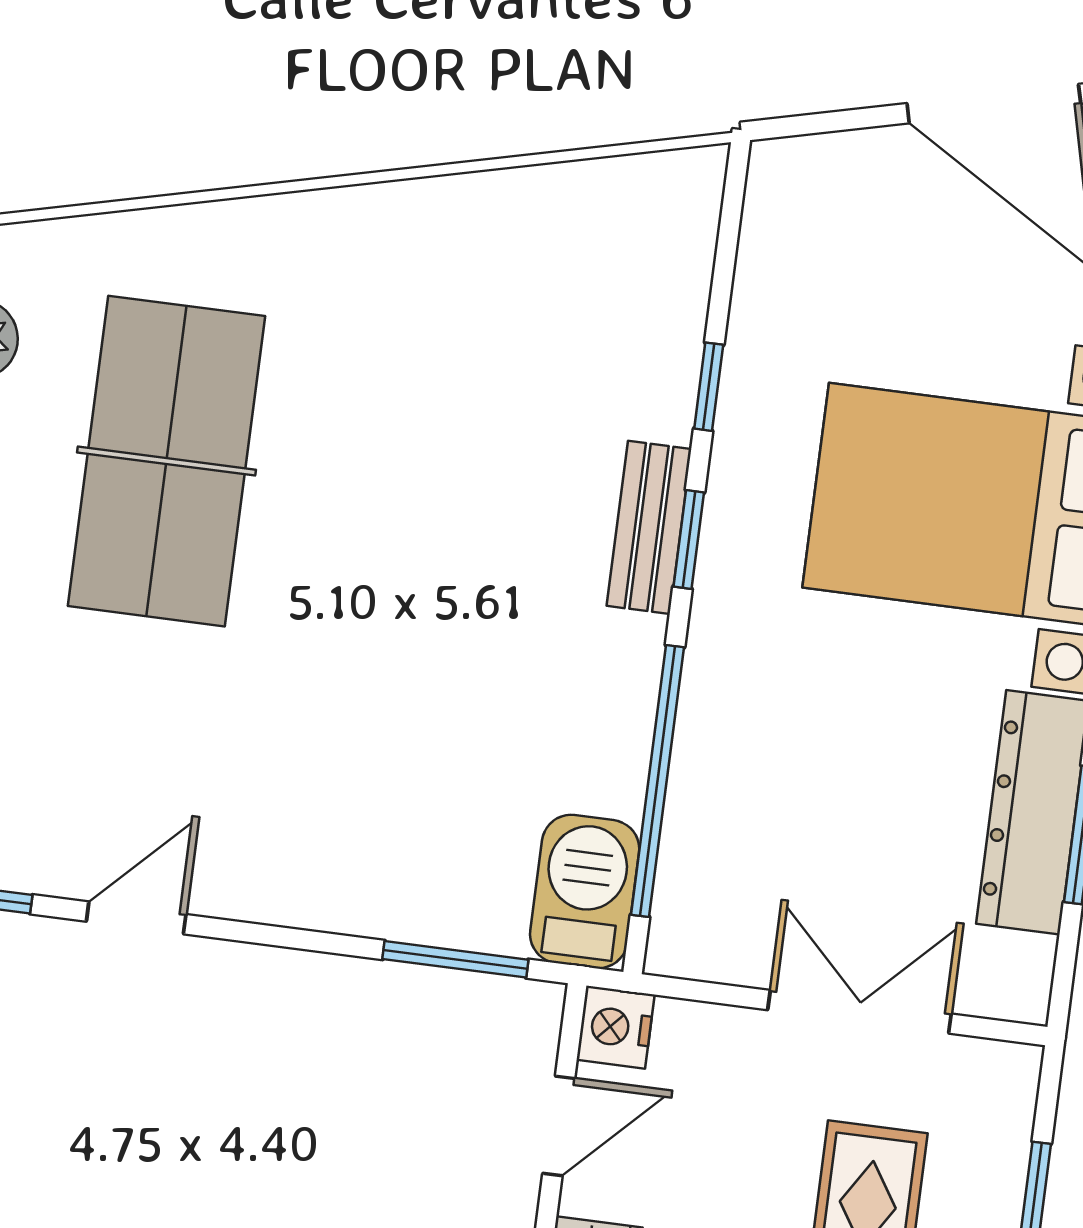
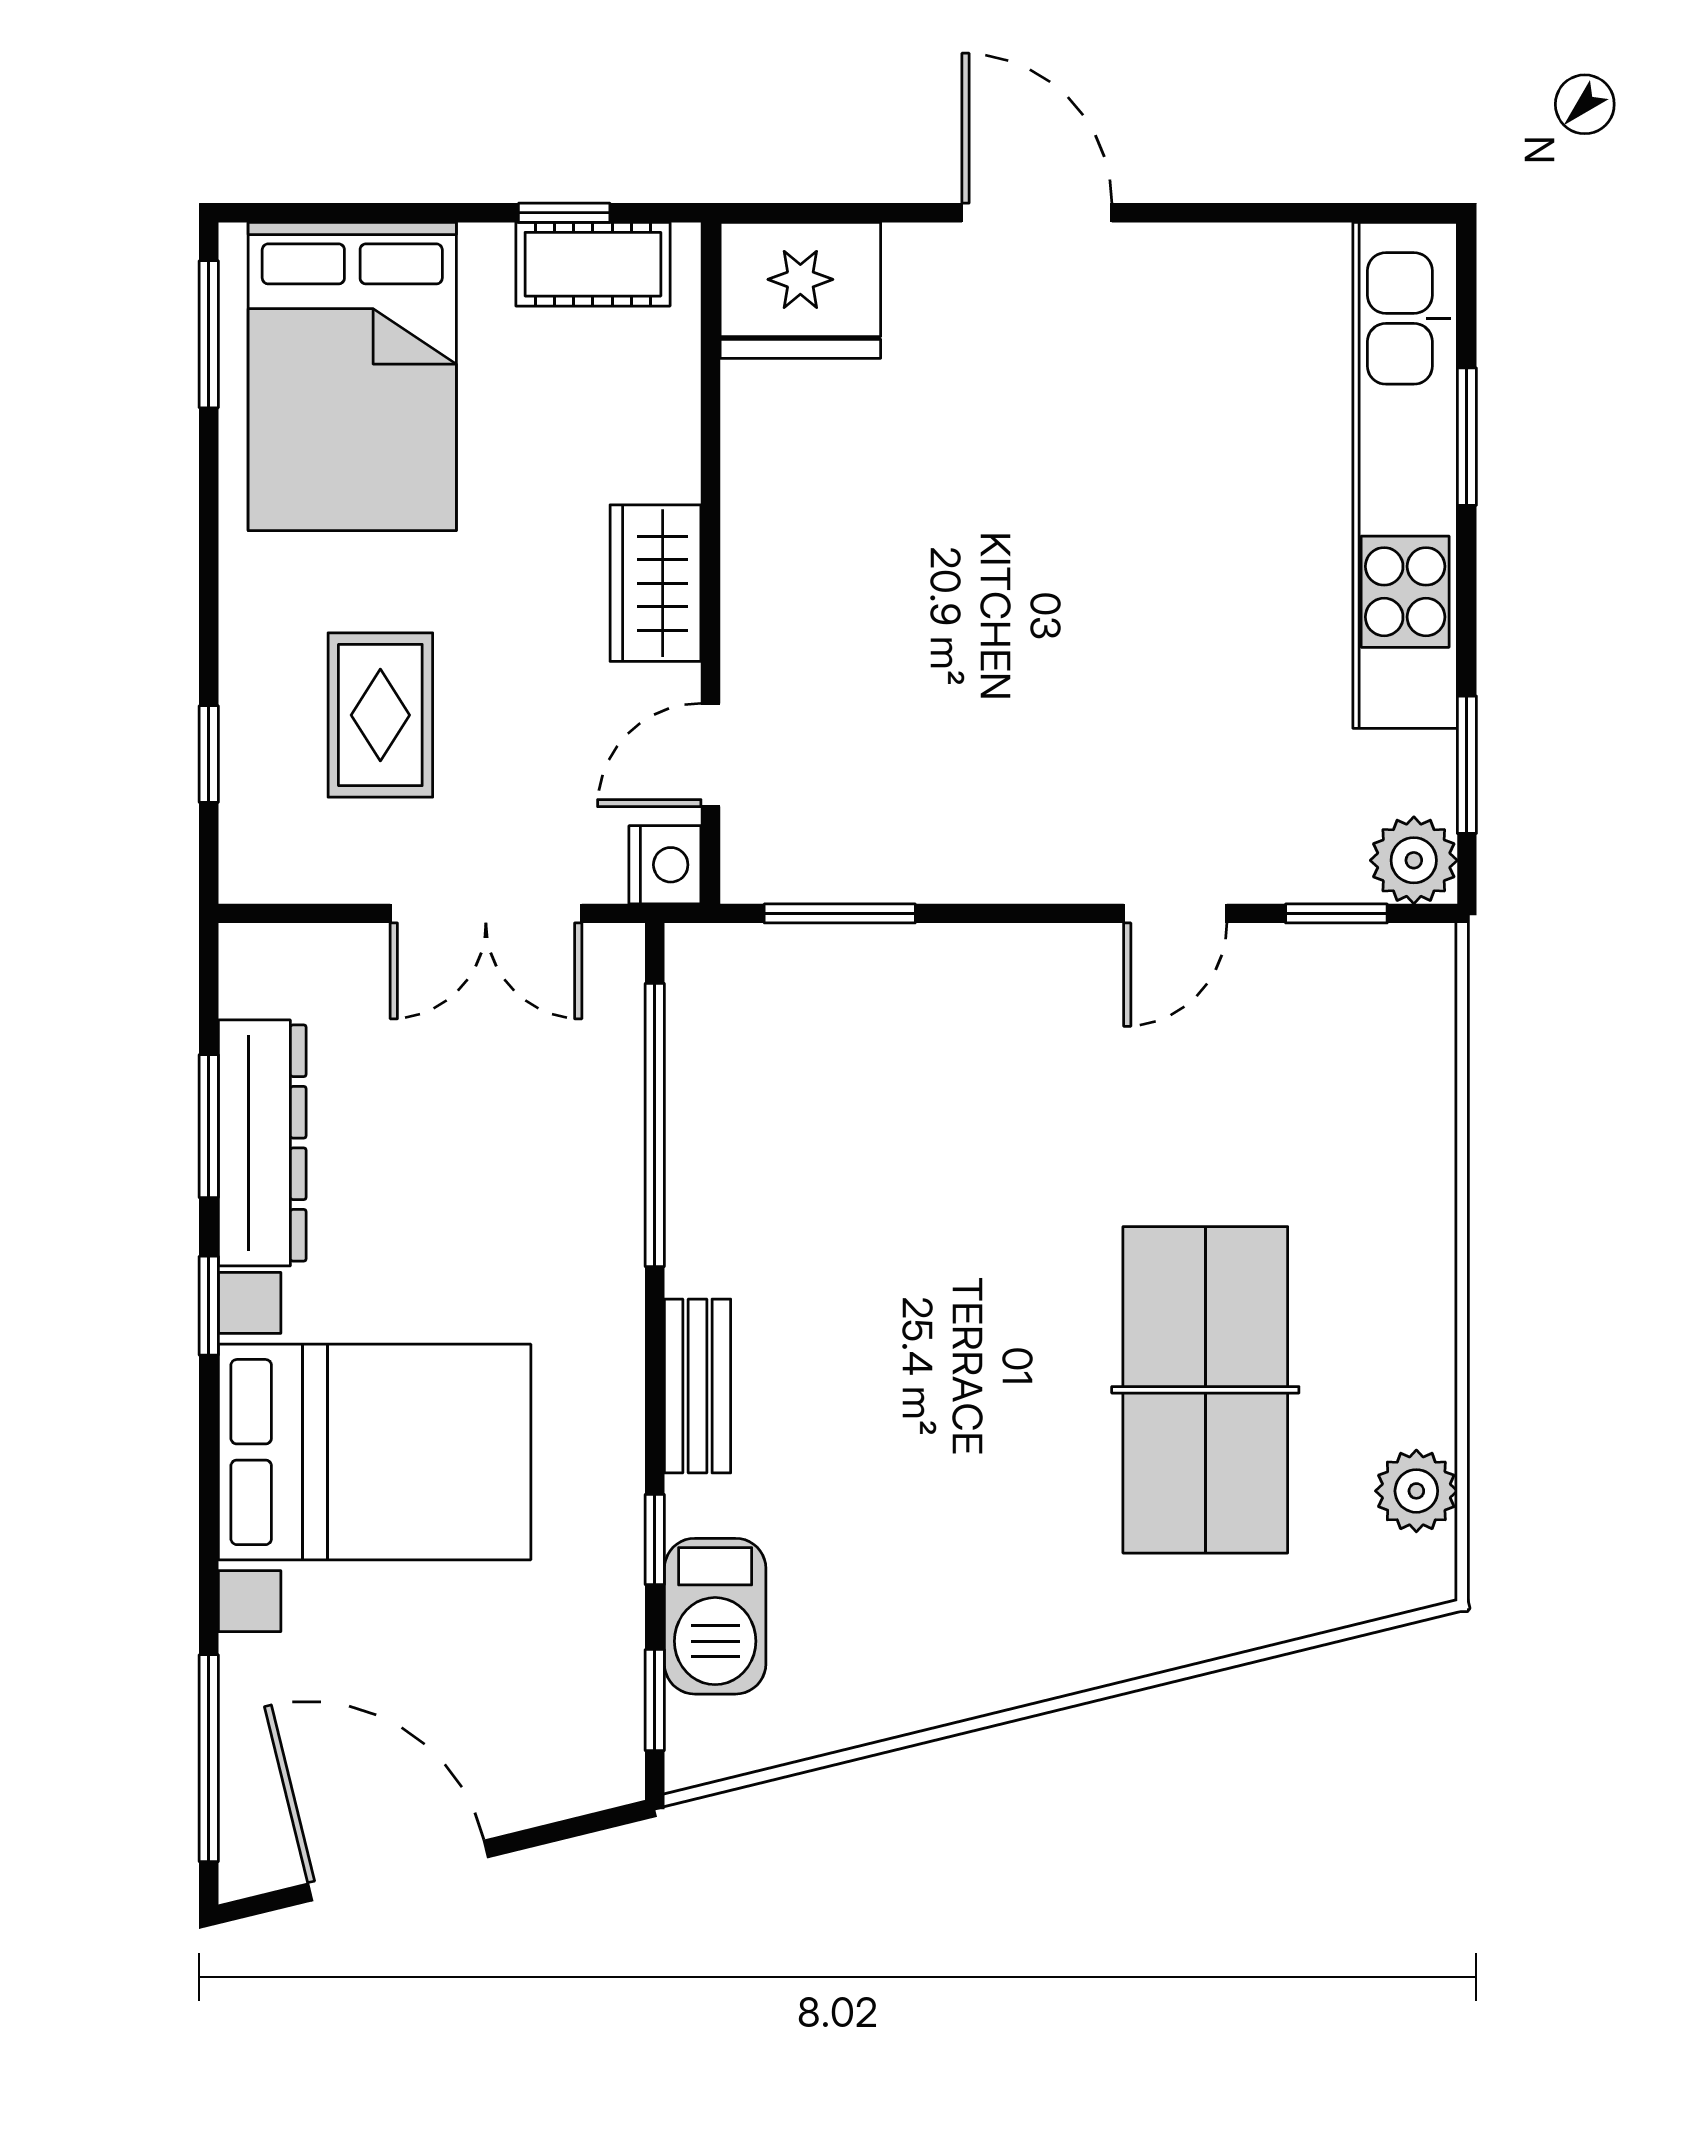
window: (689, 540) -> (655, 1700), moved
barbecue: (585, 892) -> (715, 1616), moved
double door: (860, 1012) -> (486, 913), moved

